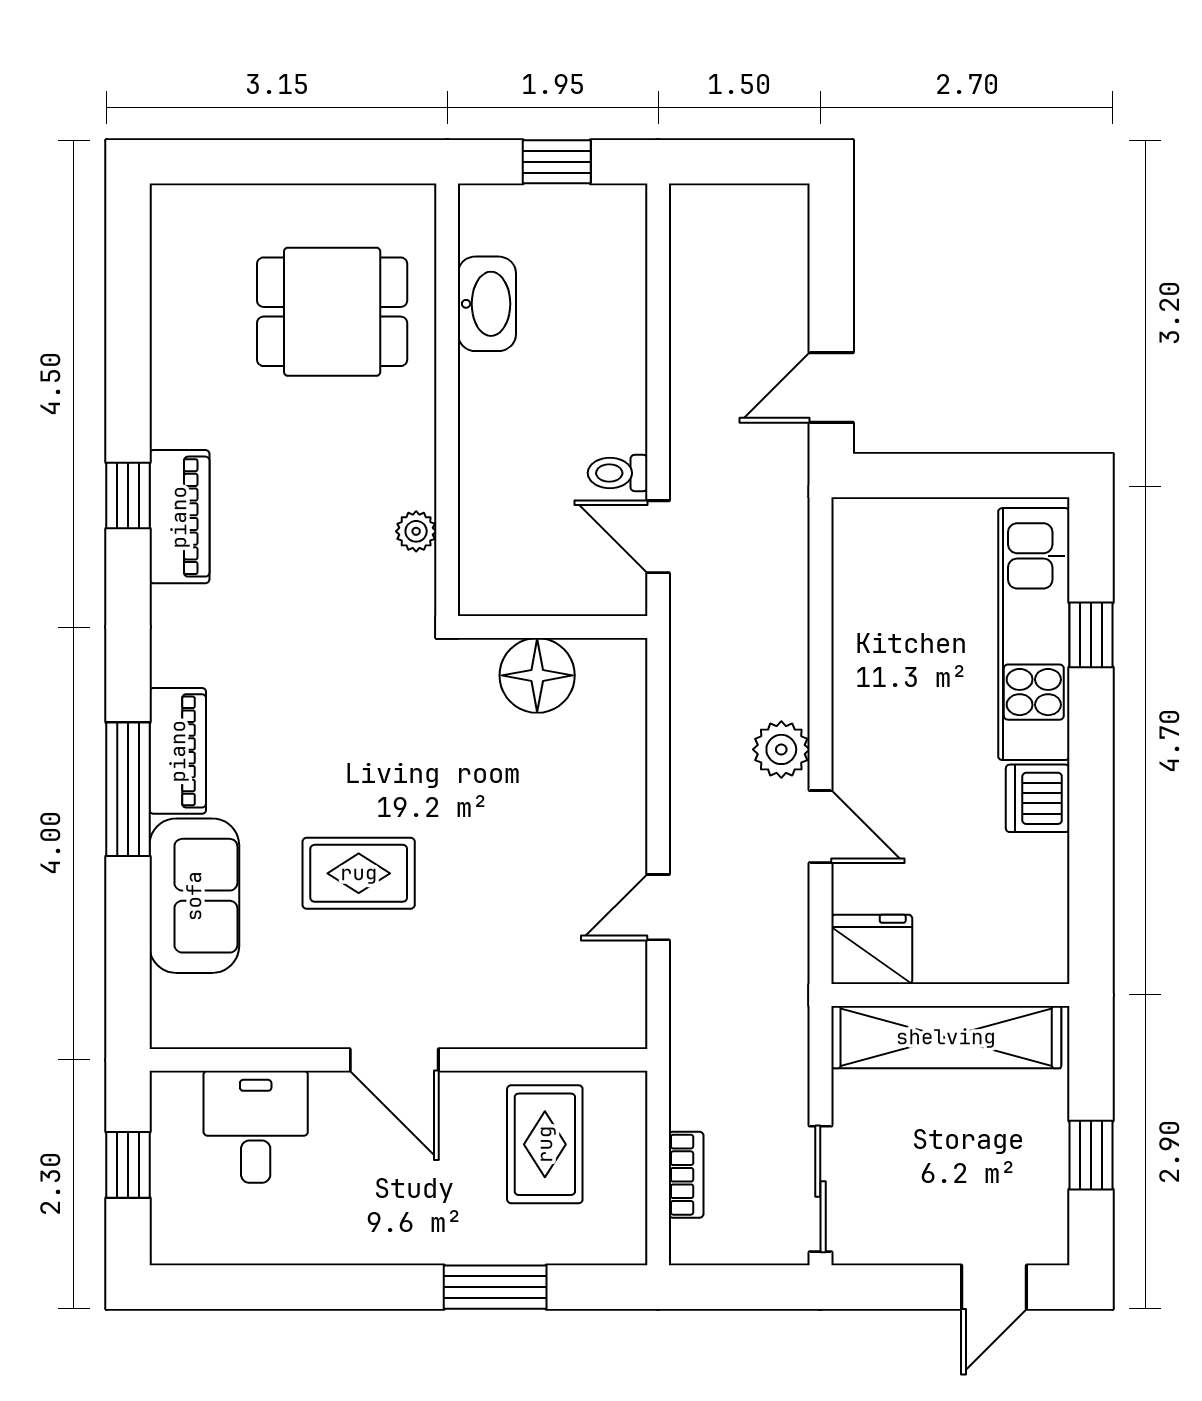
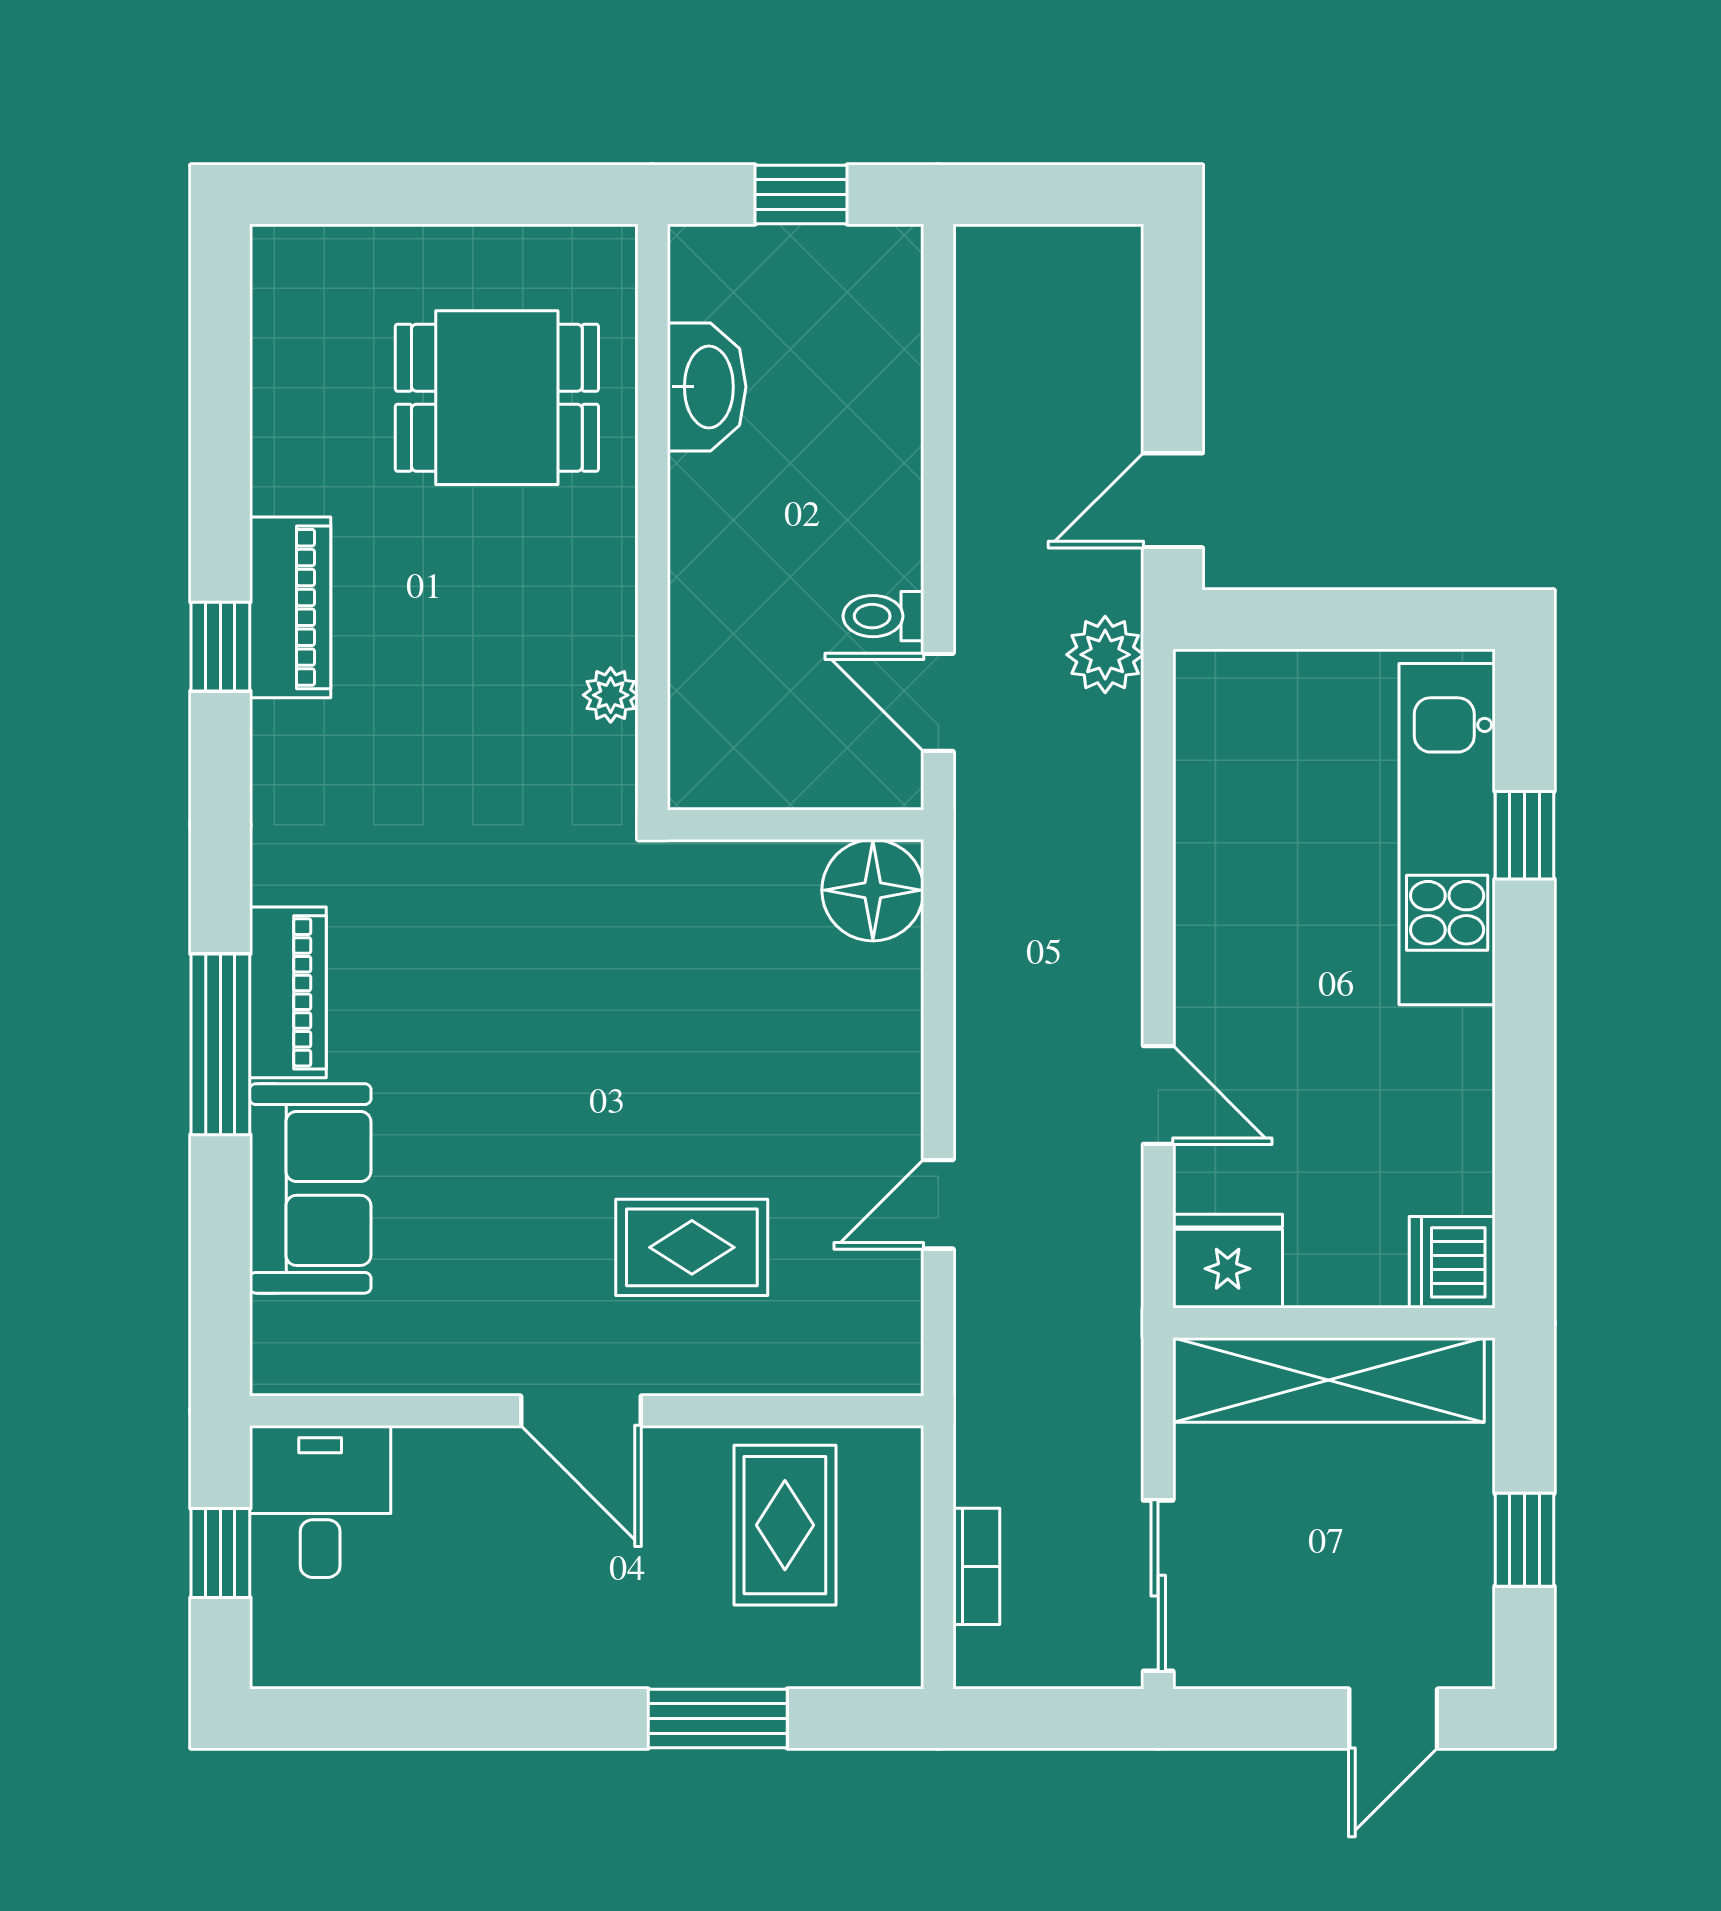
piano: (179, 517) -> (290, 607), moved
floor lamp: (537, 675) -> (873, 890), moved
plant: (781, 749) -> (1105, 655), moved
dishwasher: (1038, 798) -> (1452, 1262), moved
rug: (359, 873) -> (692, 1247), moved
desk: (256, 1127) -> (320, 1501), moved

